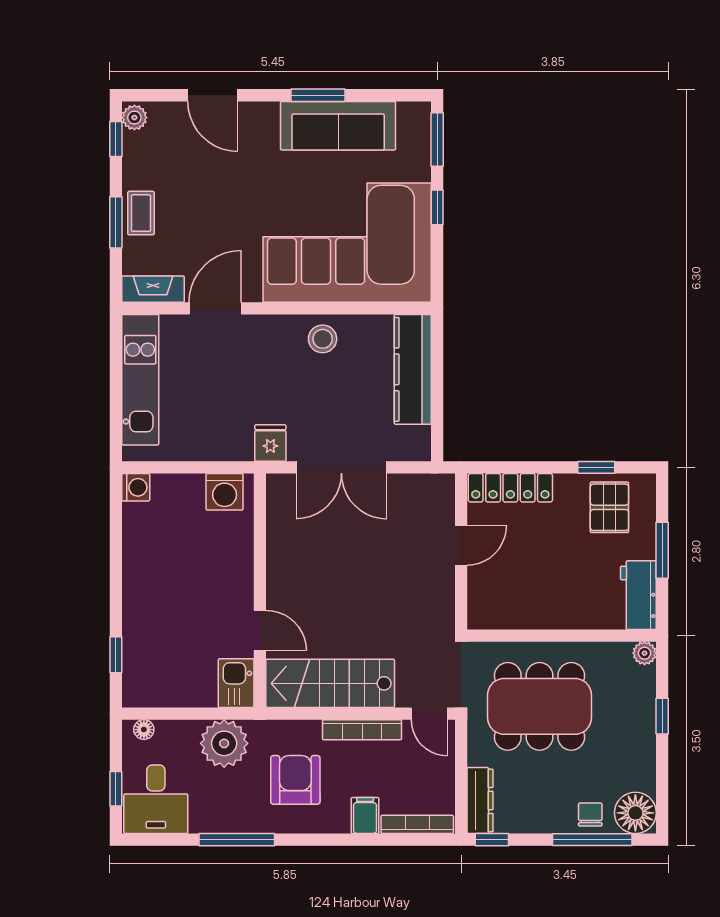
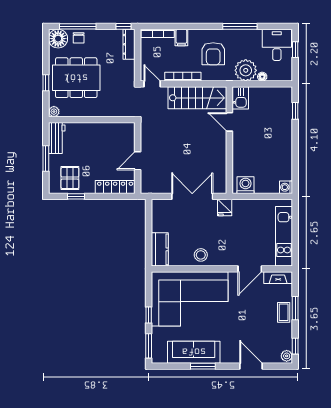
kitchen counter: (413, 369) -> (160, 249), width x0.67
dining table: (540, 706) -> (76, 78), moved
floor lamp: (144, 730) -> (262, 77), moved

